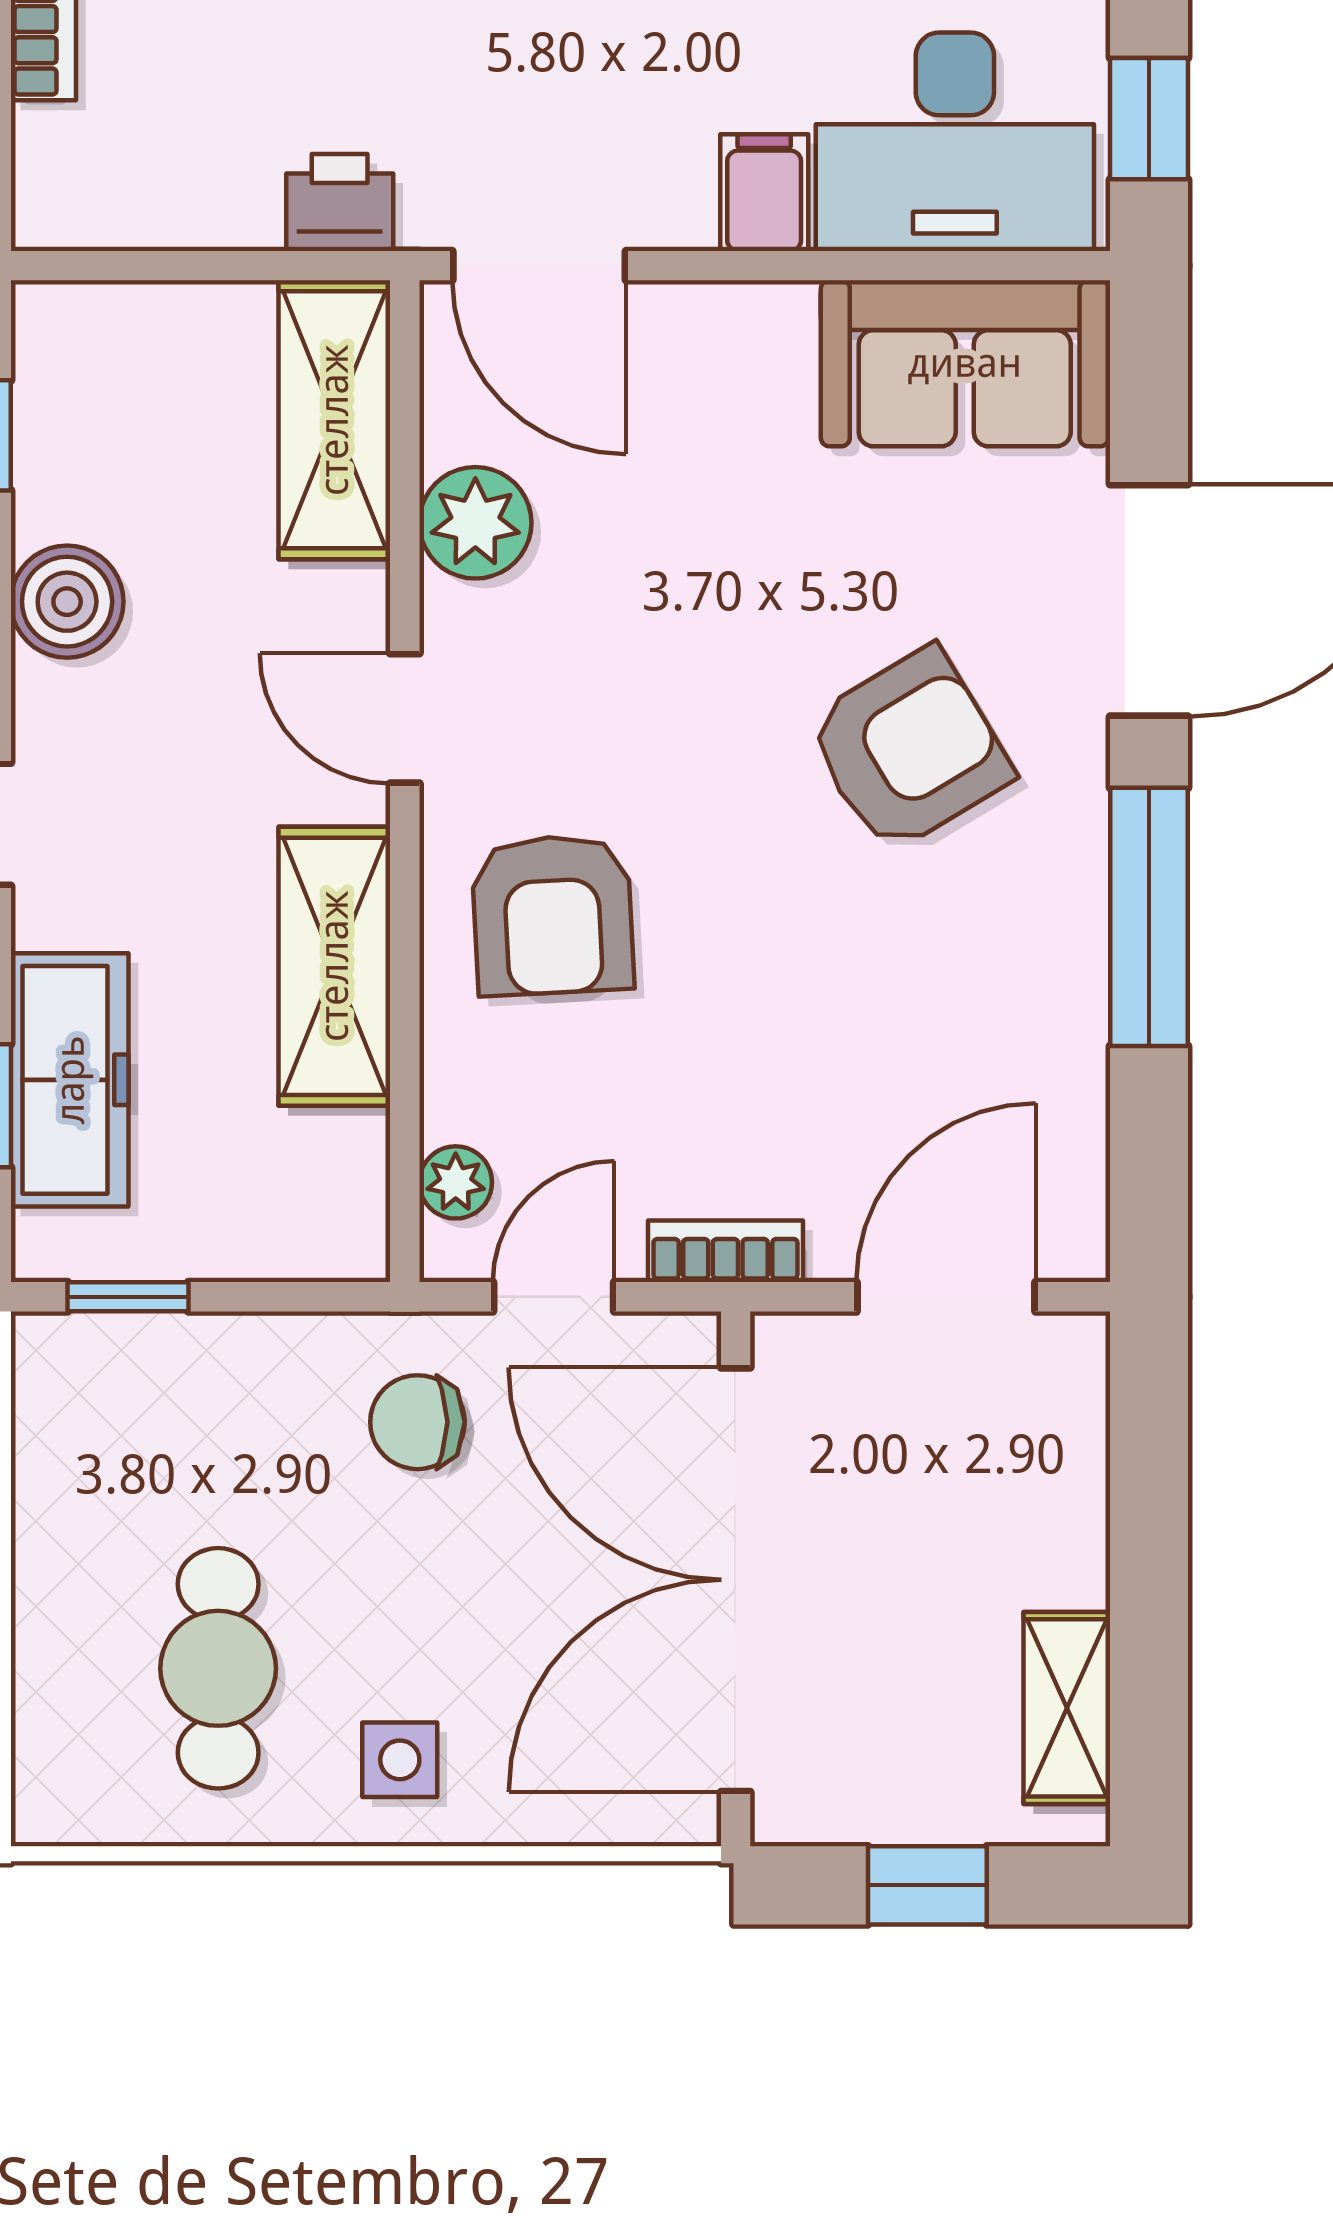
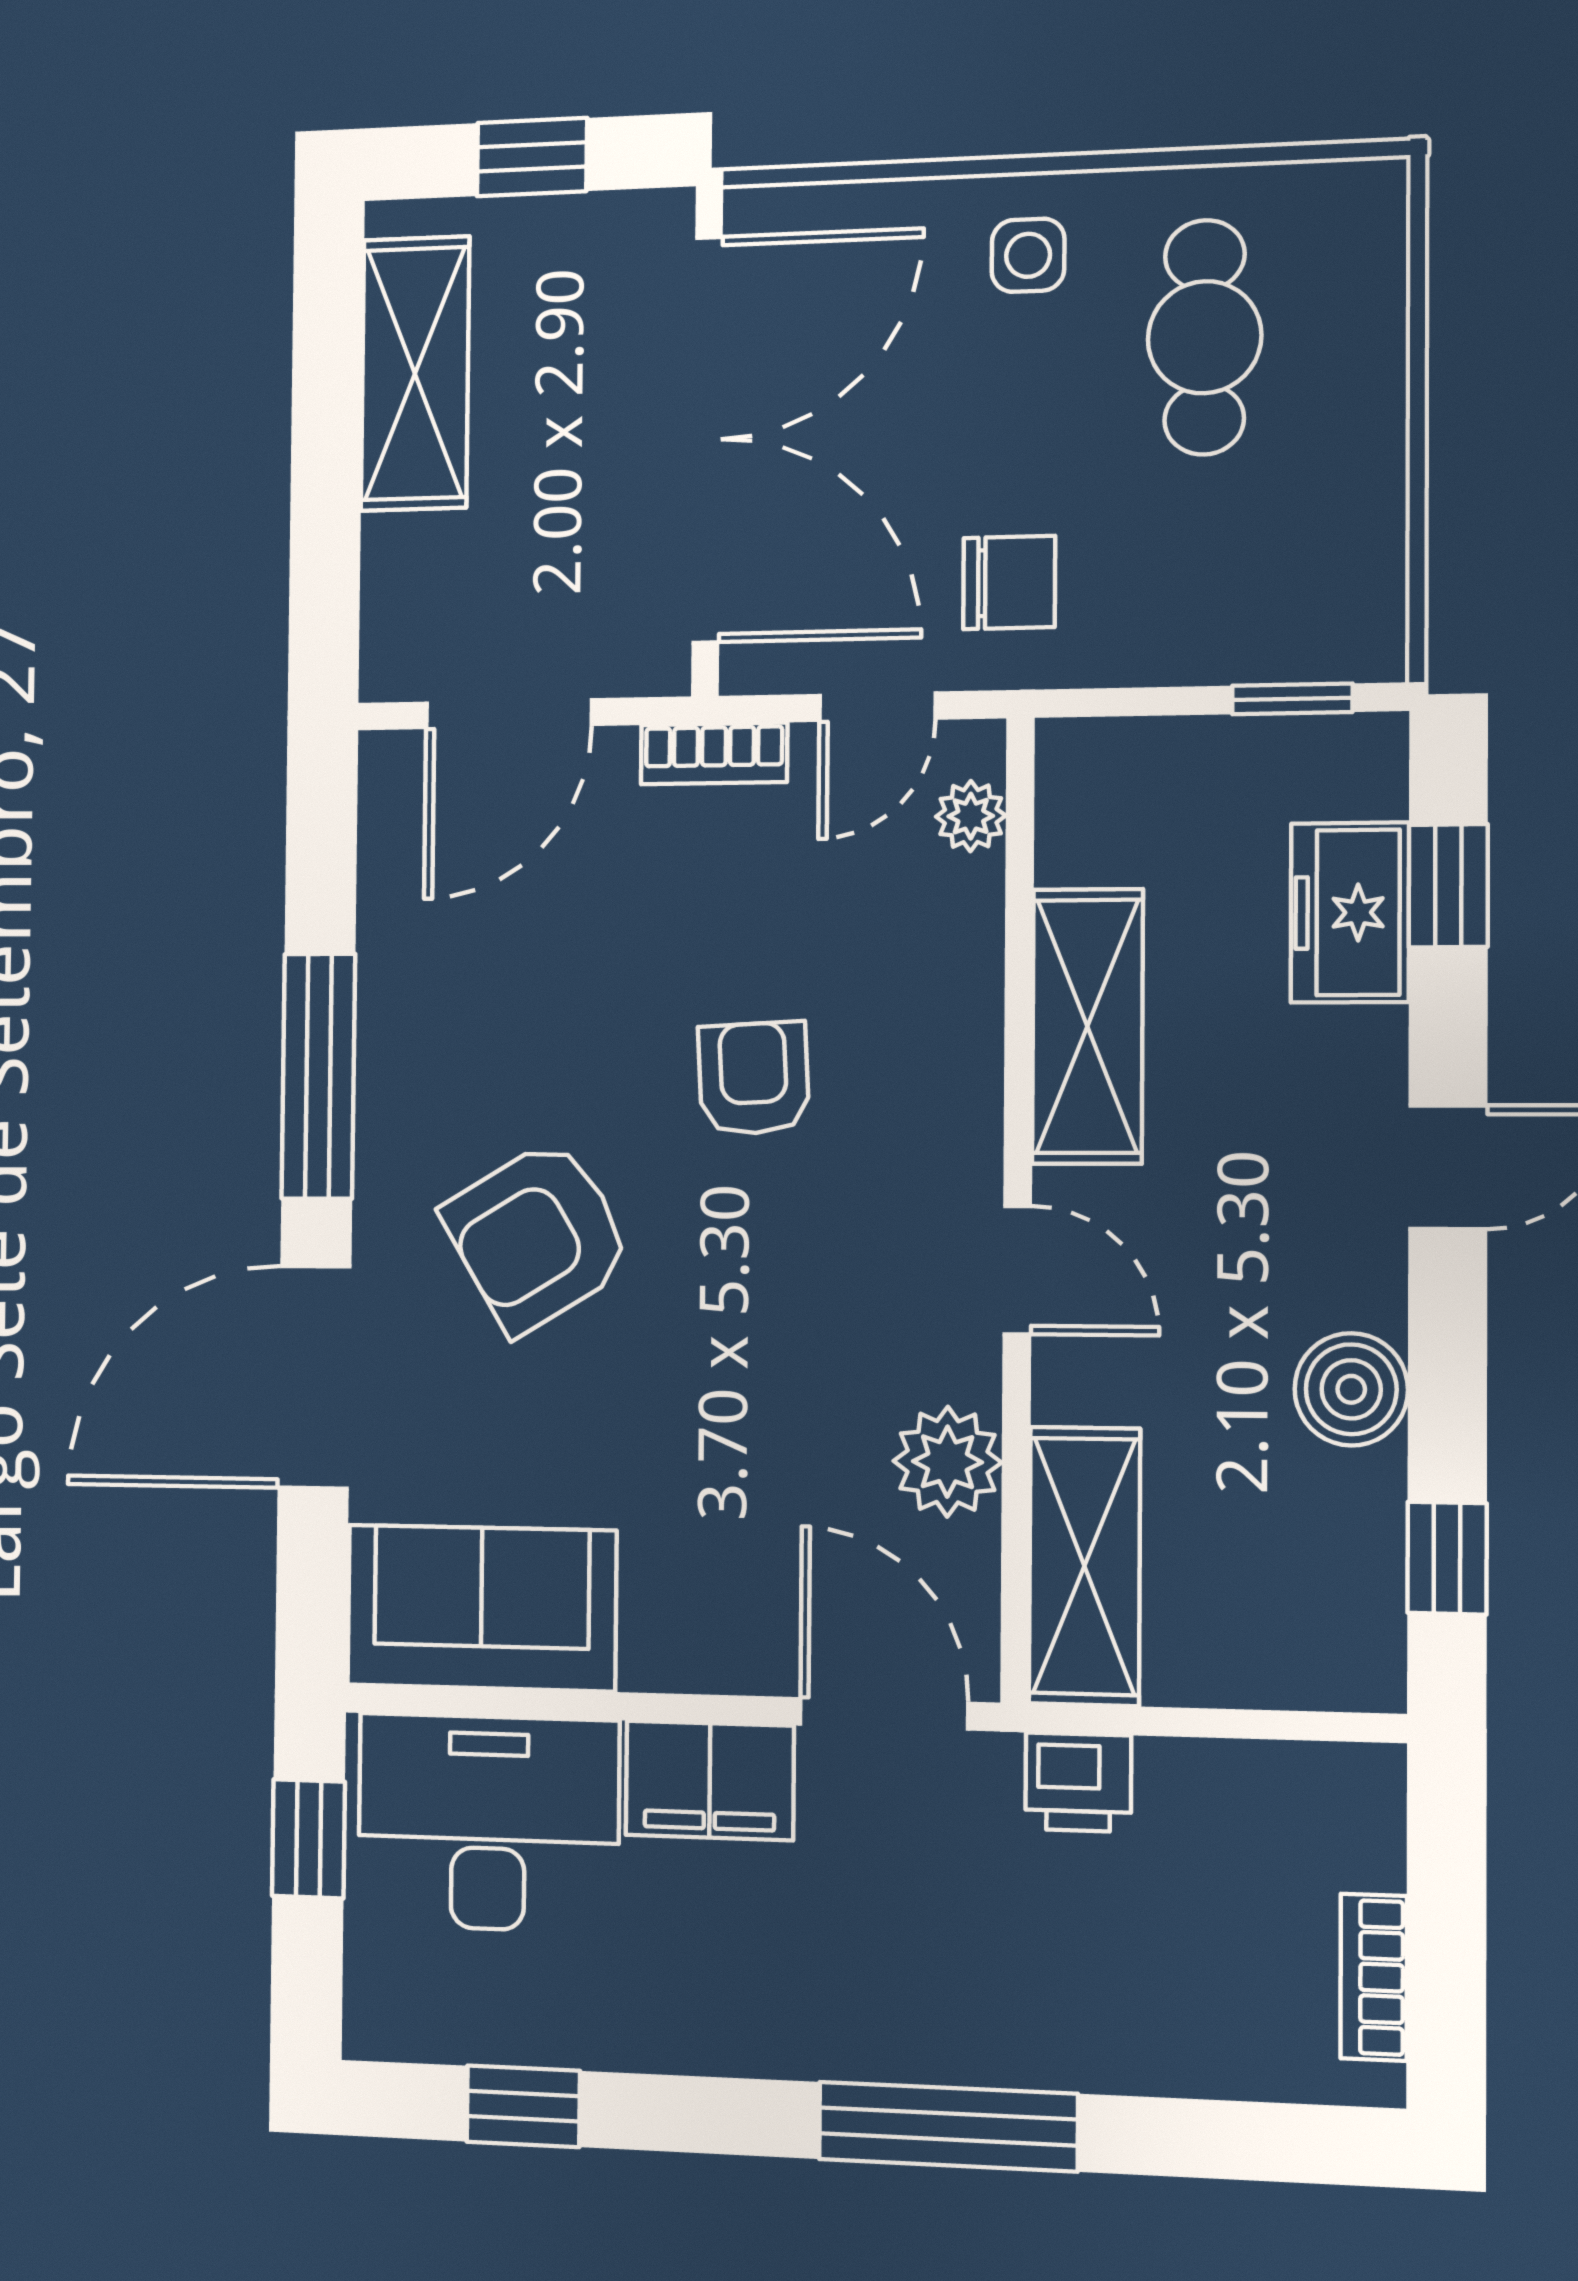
filing cabinet: (764, 193) -> (710, 1780), width x2.00
armchair: (553, 915) -> (754, 1078), moved, width x0.72, depth x0.72
freezer: (70, 1080) -> (1350, 913), width x0.71
shelving: (1067, 1708) -> (415, 374), width x1.50, depth x1.33

